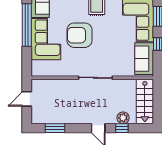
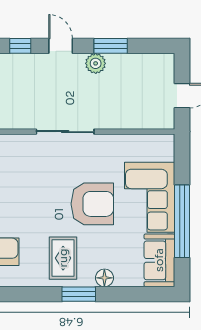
plant: (123, 118) -> (96, 63), moved
window: (55, 128) -> (111, 46), moved

